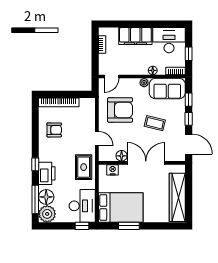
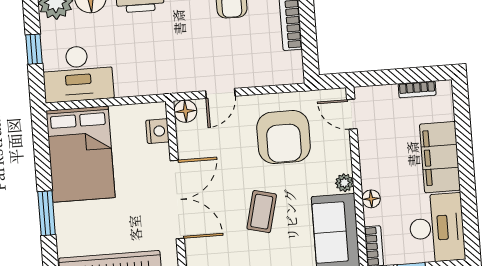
floor lamp: (122, 156) -> (185, 111), moved
rug: (84, 167) -> (159, 70), removed
window: (82, 226) -> (34, 49), moved
window: (129, 226) -> (47, 213), moved

